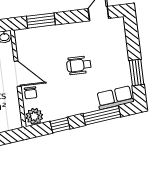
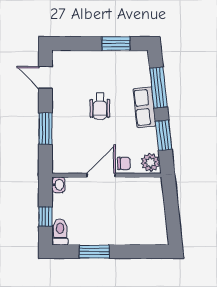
window: (41, 21) -> (45, 129), moved
row of seats: (115, 98) -> (145, 107), moved
window: (60, 125) -> (164, 135), width x1.50

